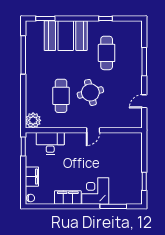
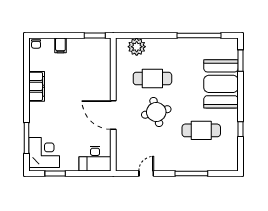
door: (144, 101) -> (146, 173), hinge flipped
plant: (33, 120) -> (137, 47), moved
door: (93, 130) -> (113, 115), width x1.87
desk: (50, 143) -> (95, 159), moved, turned 90
filing cabinet: (32, 177) -> (60, 45), width x0.50
corner desk: (95, 191) -> (44, 153), moved

